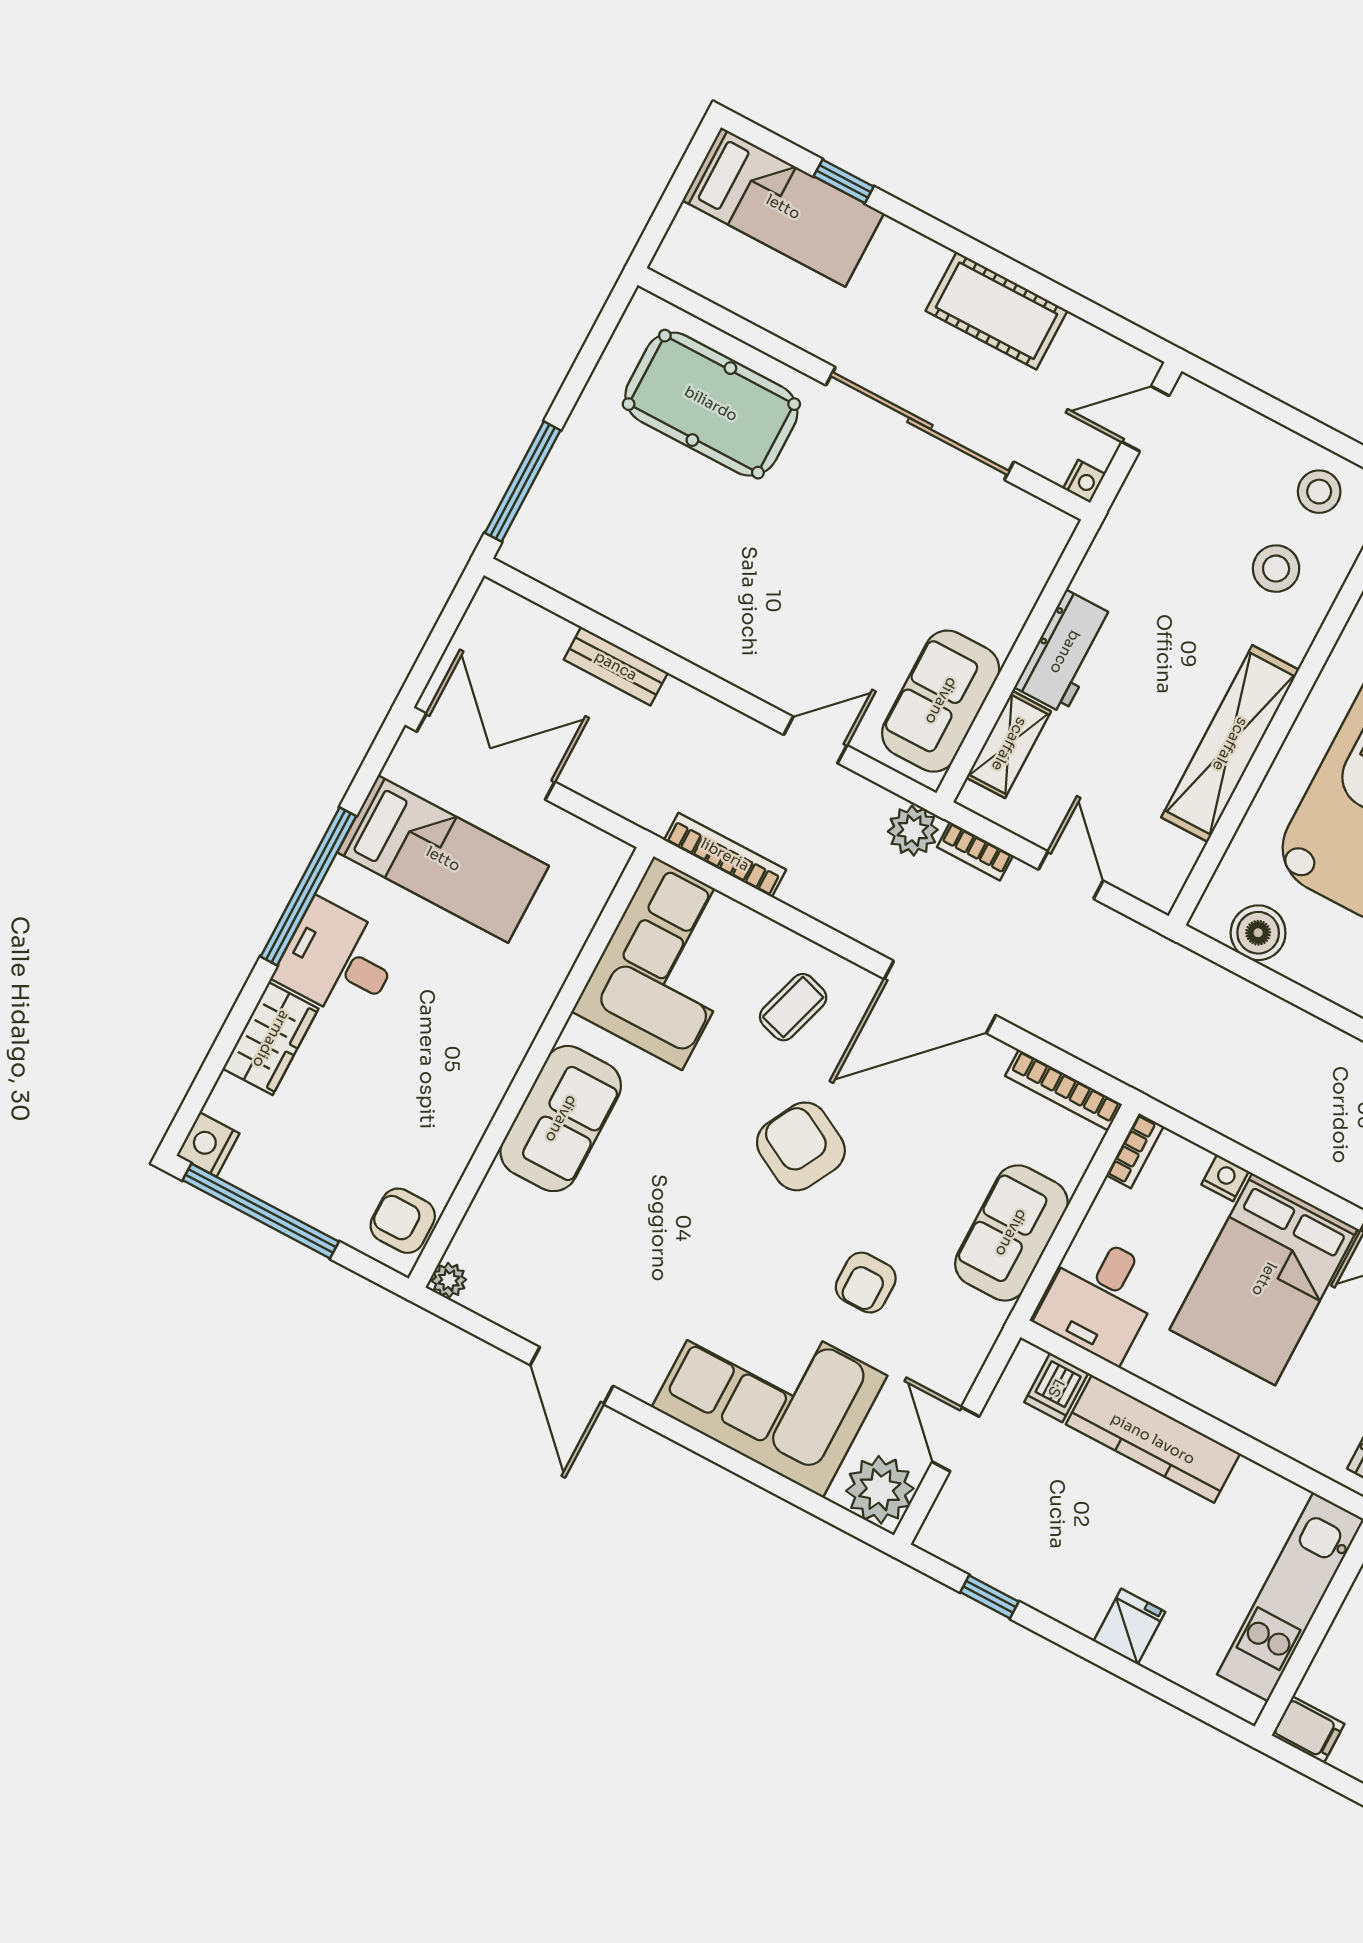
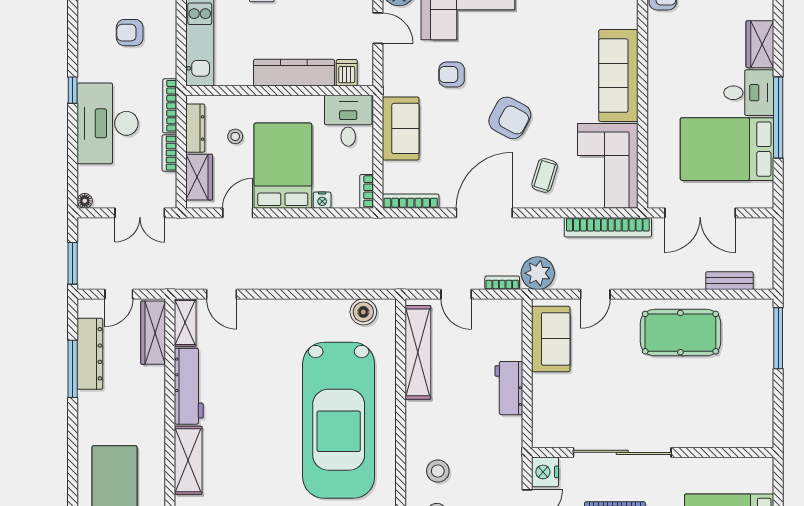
pool table: (711, 404) -> (680, 333), moved
nightstand: (1084, 481) -> (545, 472), width x1.89, depth x1.79
bench: (616, 666) -> (729, 281), moved
shelving: (1009, 744) -> (512, 336), removed
shelving: (1230, 744) -> (418, 352), moved
double door: (486, 757) -> (700, 213), moved
plant: (913, 831) -> (538, 273), width x1.36, depth x1.36
bookcase: (725, 855) -> (608, 227), width x1.48, depth x1.31
bed: (443, 859) -> (727, 149), width x1.50
sofa: (561, 1119) -> (618, 76), width x1.36
armchair: (866, 1283) -> (452, 75), turned -90
stool: (1323, 1379) -> (235, 136), added

